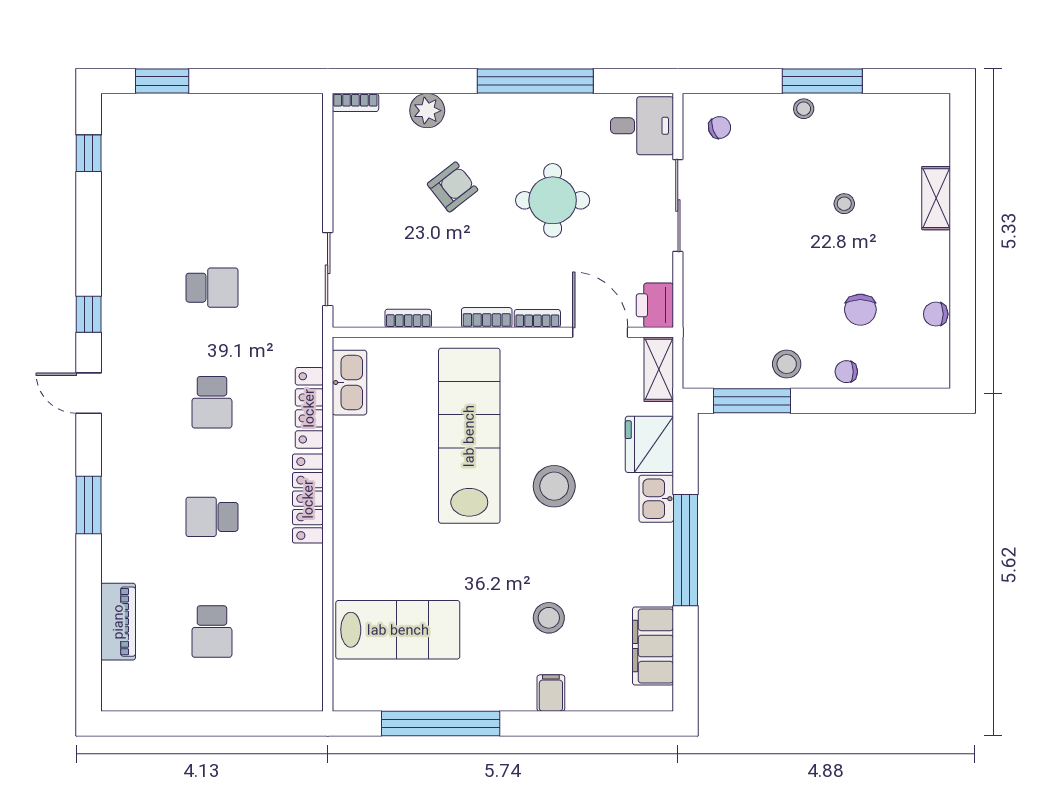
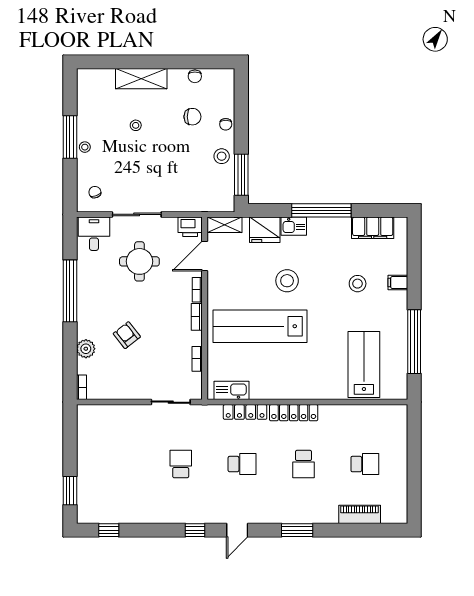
shelving: (936, 198) -> (141, 79), width x1.50, depth x1.33
round table: (553, 200) -> (139, 261), moved

